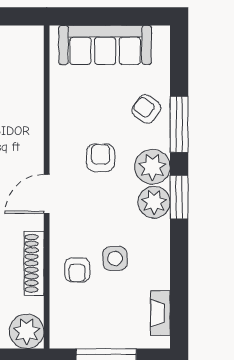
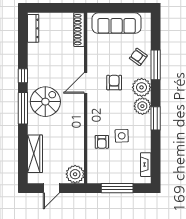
door: (47, 194) -> (86, 83), moved
window: (179, 197) -> (156, 118), moved
shoe rack: (34, 263) -> (79, 30), moved

